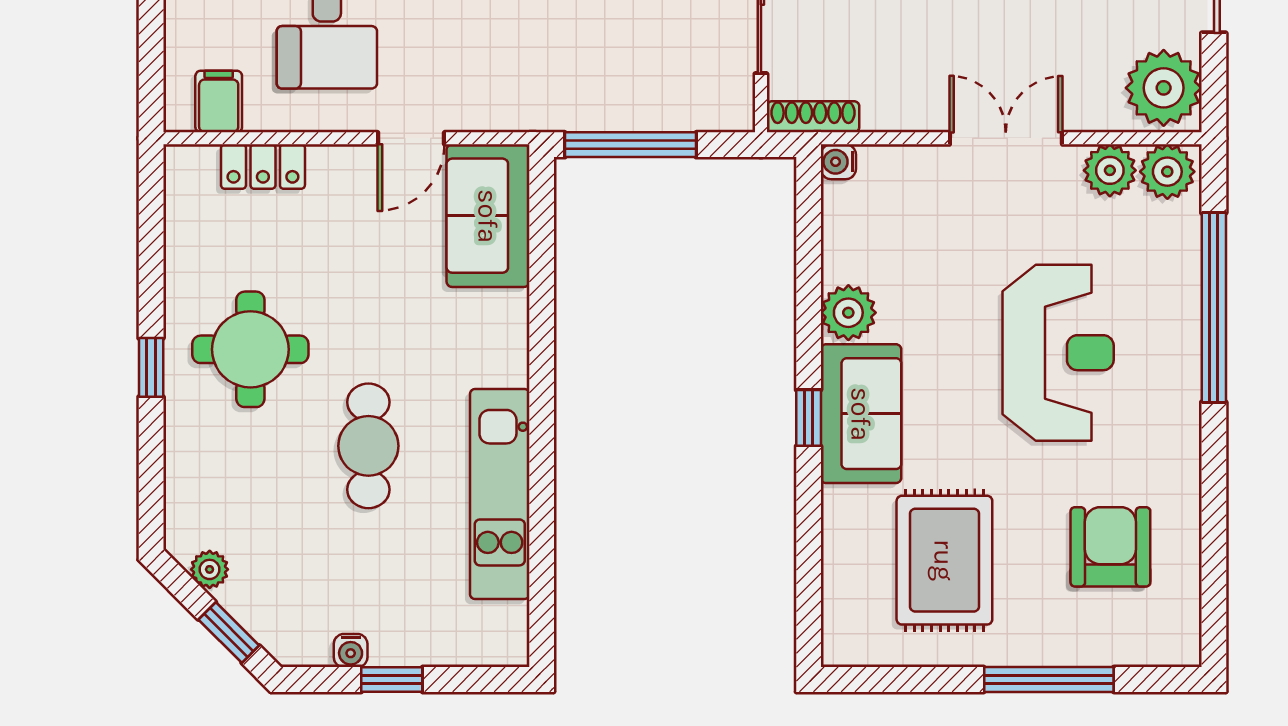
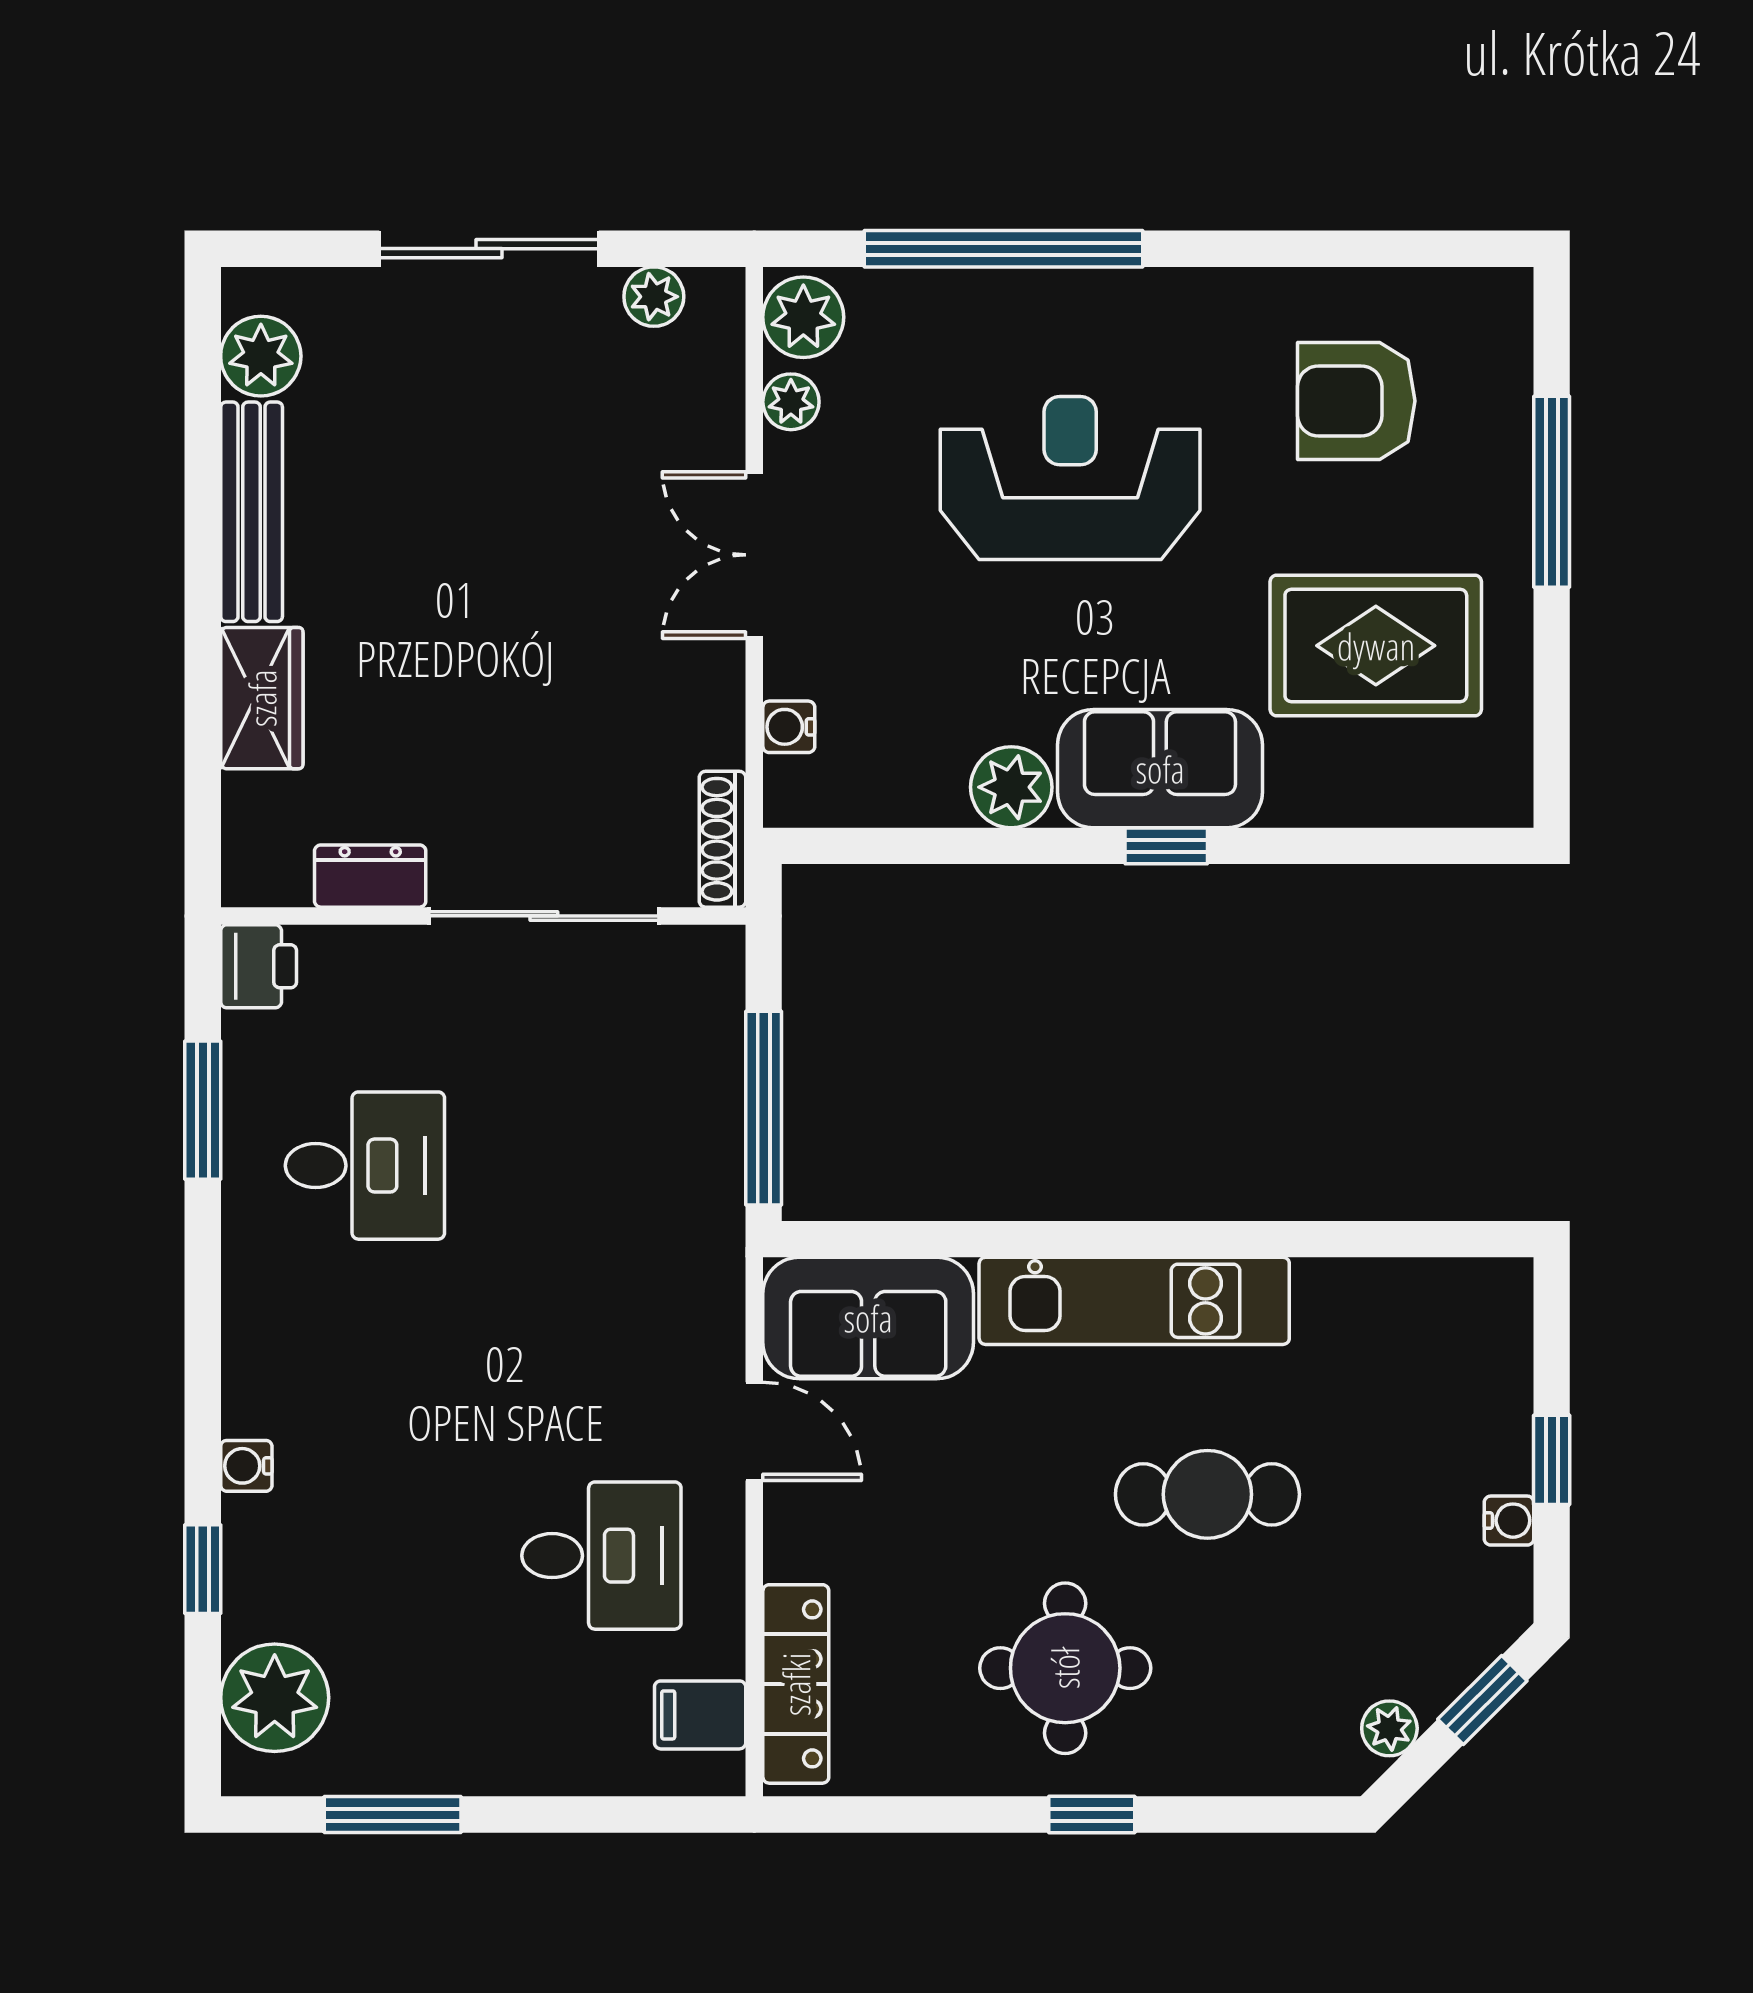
plant: (1164, 88) -> (654, 297), width x0.53, depth x0.53
water cooler: (838, 162) -> (789, 727), moved, turned 90
locker: (263, 167) -> (796, 1684), width x1.53
plant: (1110, 170) -> (791, 402), width x0.73, depth x0.73
kitchen unit: (500, 494) -> (1134, 1301), moved

